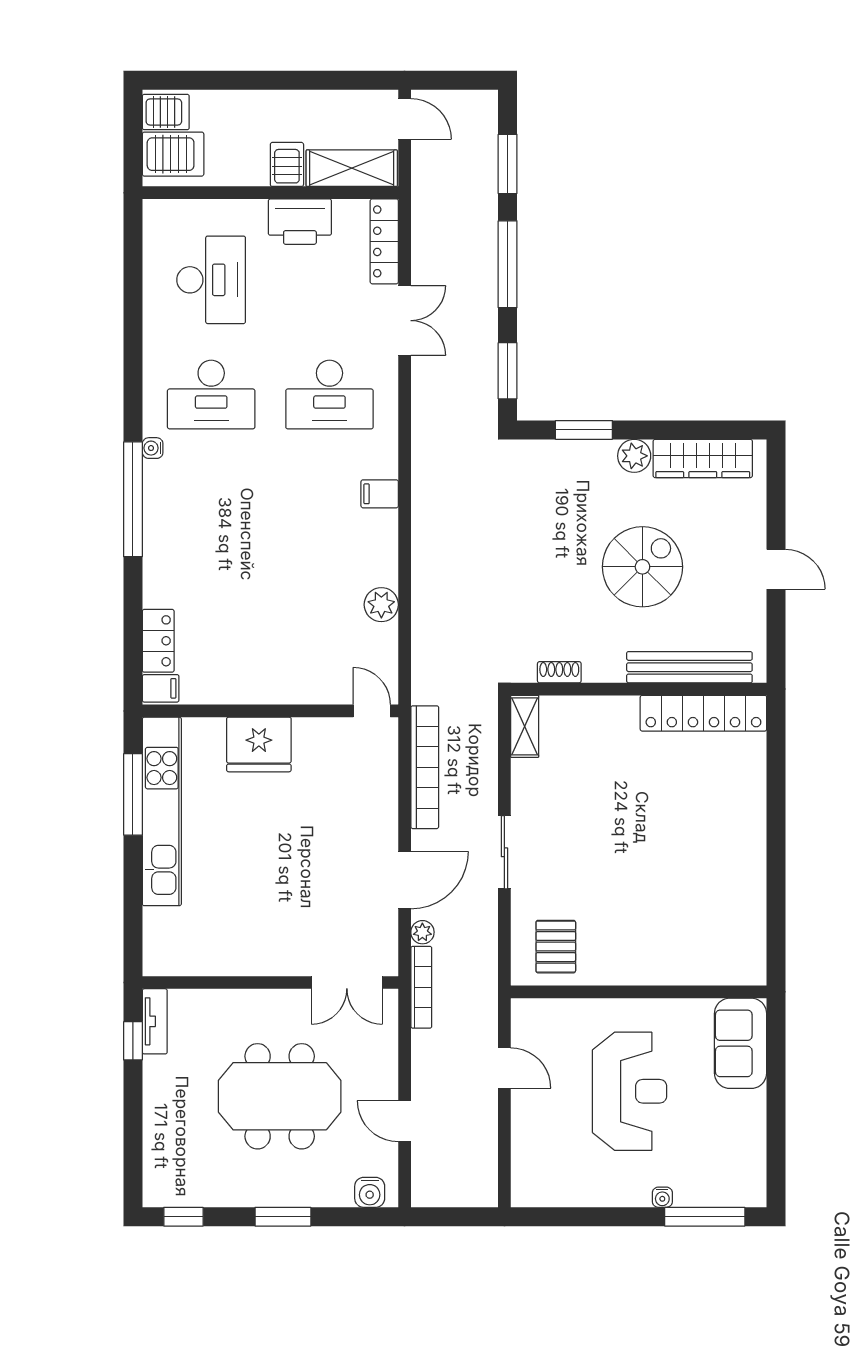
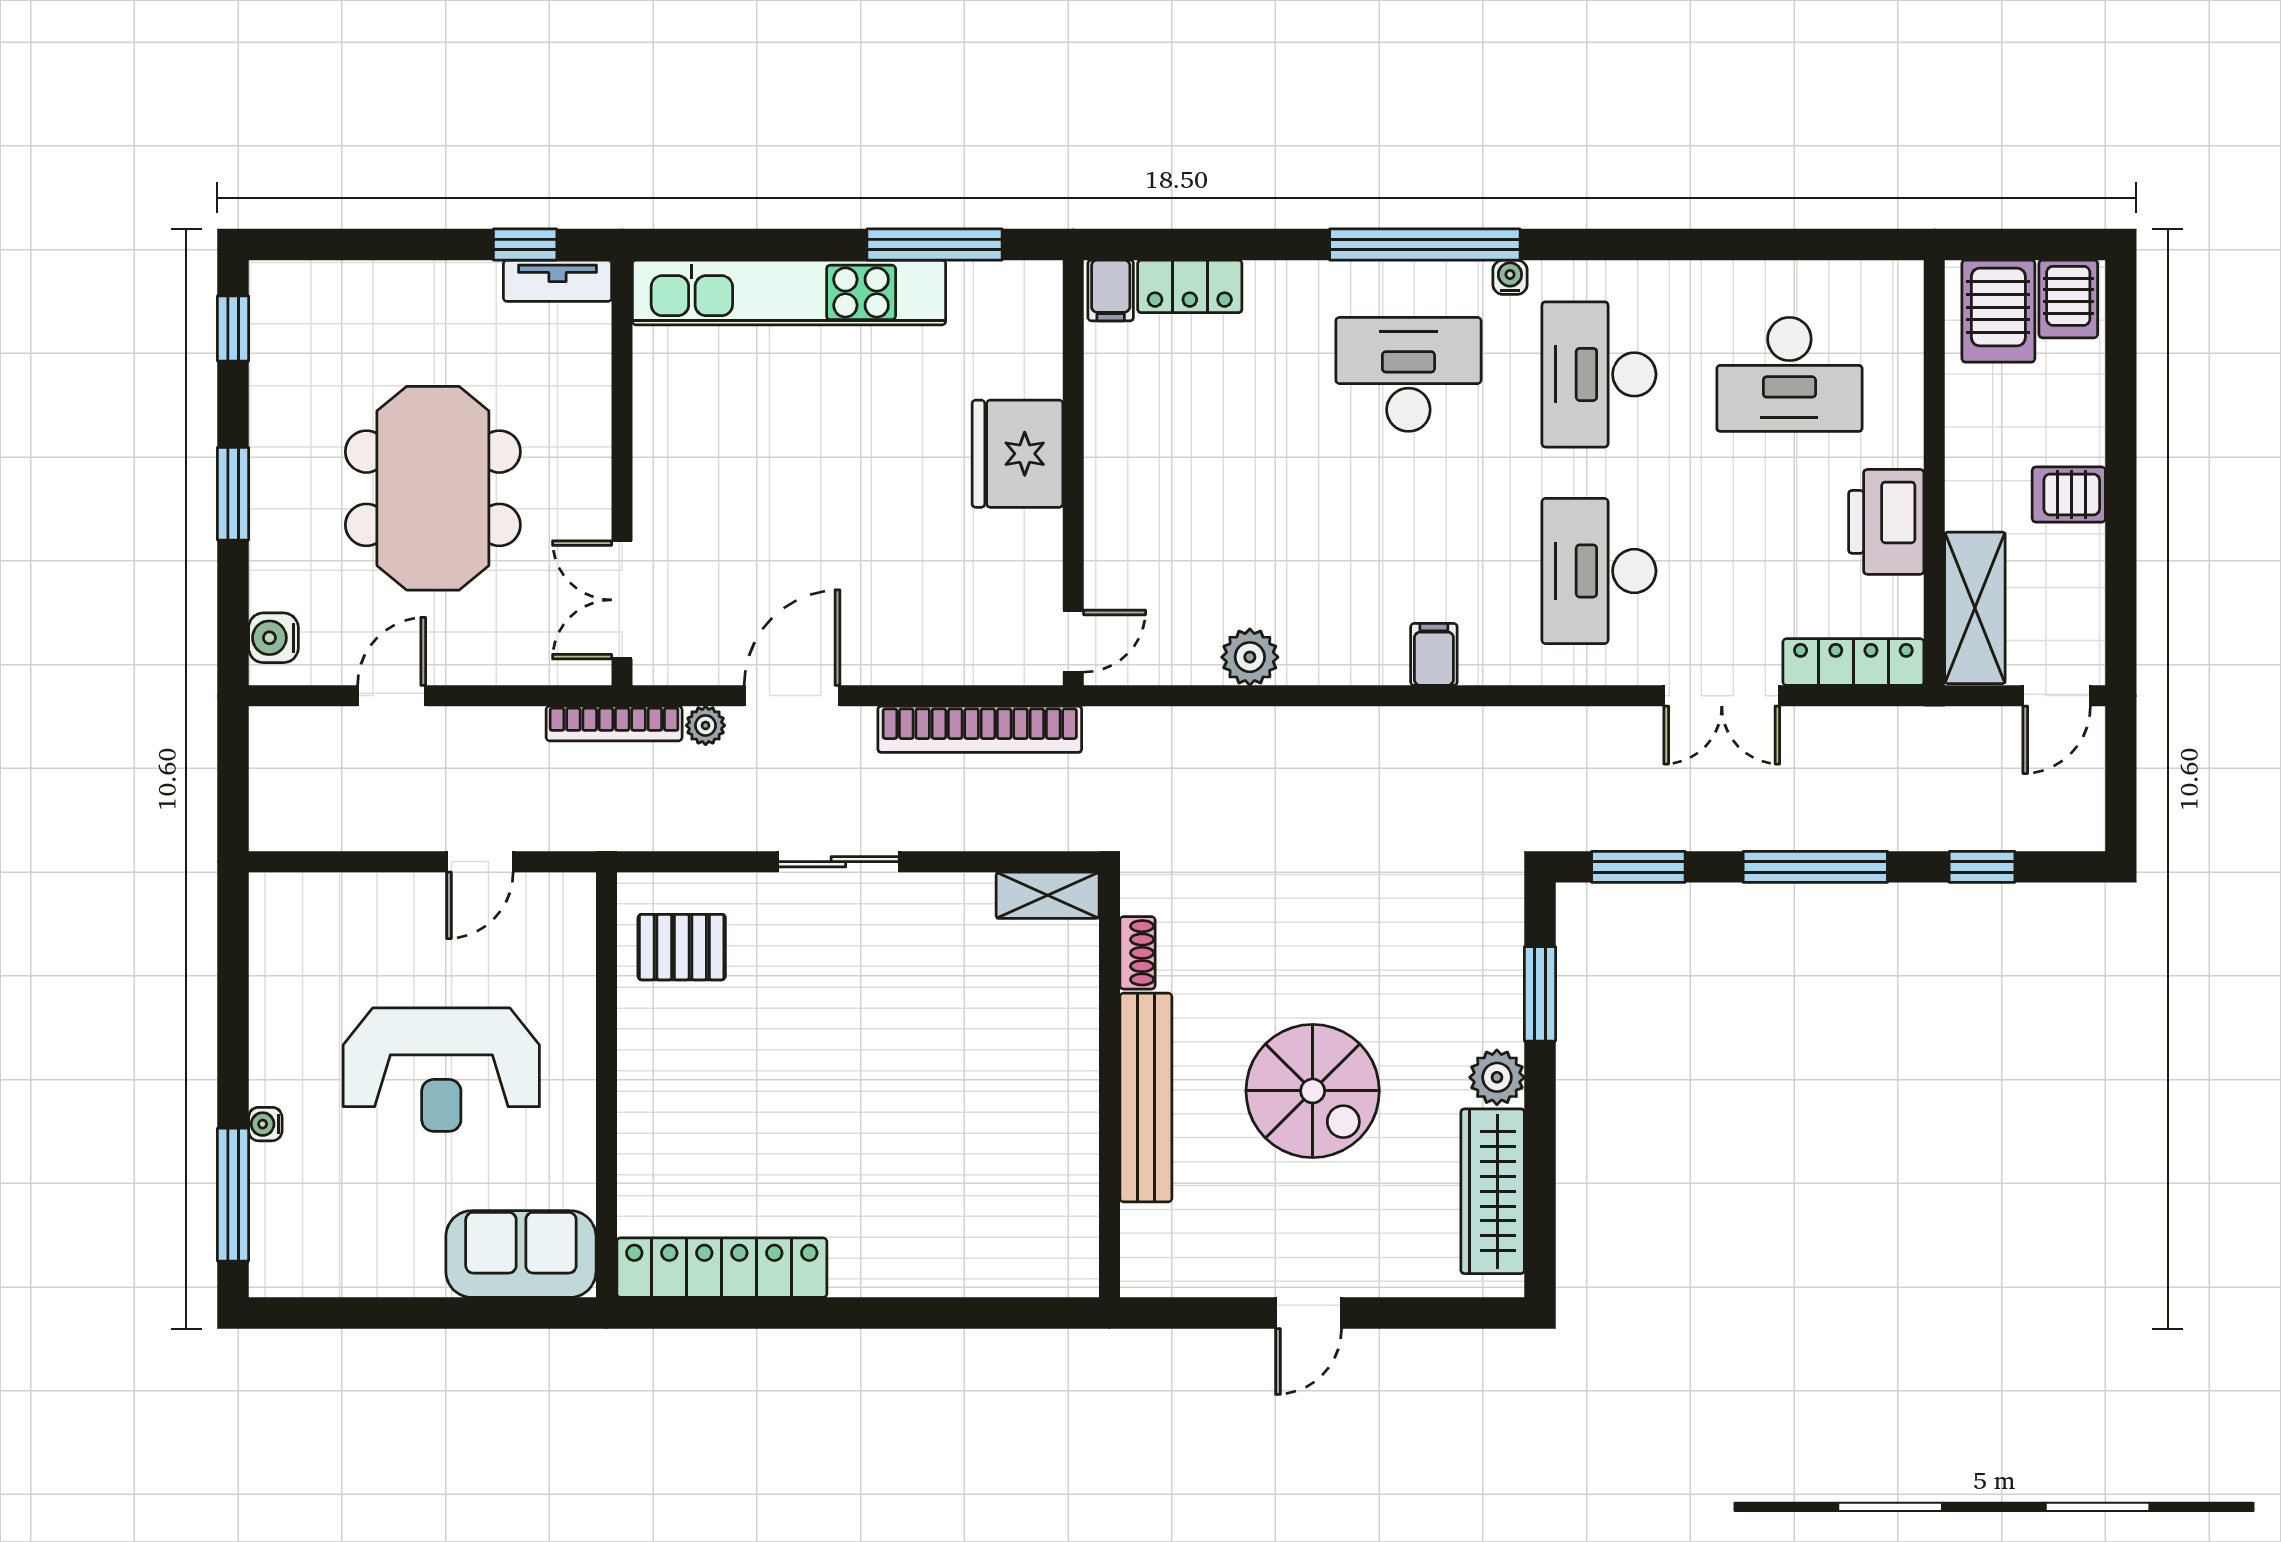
server rack: (287, 164) -> (2069, 495), moved, turned 180
window: (508, 164) -> (1982, 867), width x0.67
desk: (211, 509) -> (1408, 374), added
bench: (689, 667) -> (1146, 1098), moved
locker: (703, 713) -> (722, 1268), moved, turned 90
kitchen unit: (162, 811) -> (789, 292), moved
door: (405, 880) -> (792, 696), swing flipped

